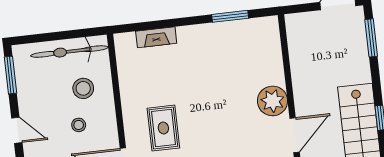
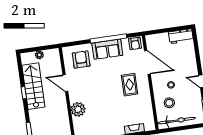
plant: (273, 101) -> (78, 109), moved
door: (295, 135) -> (65, 83), hinge flipped

